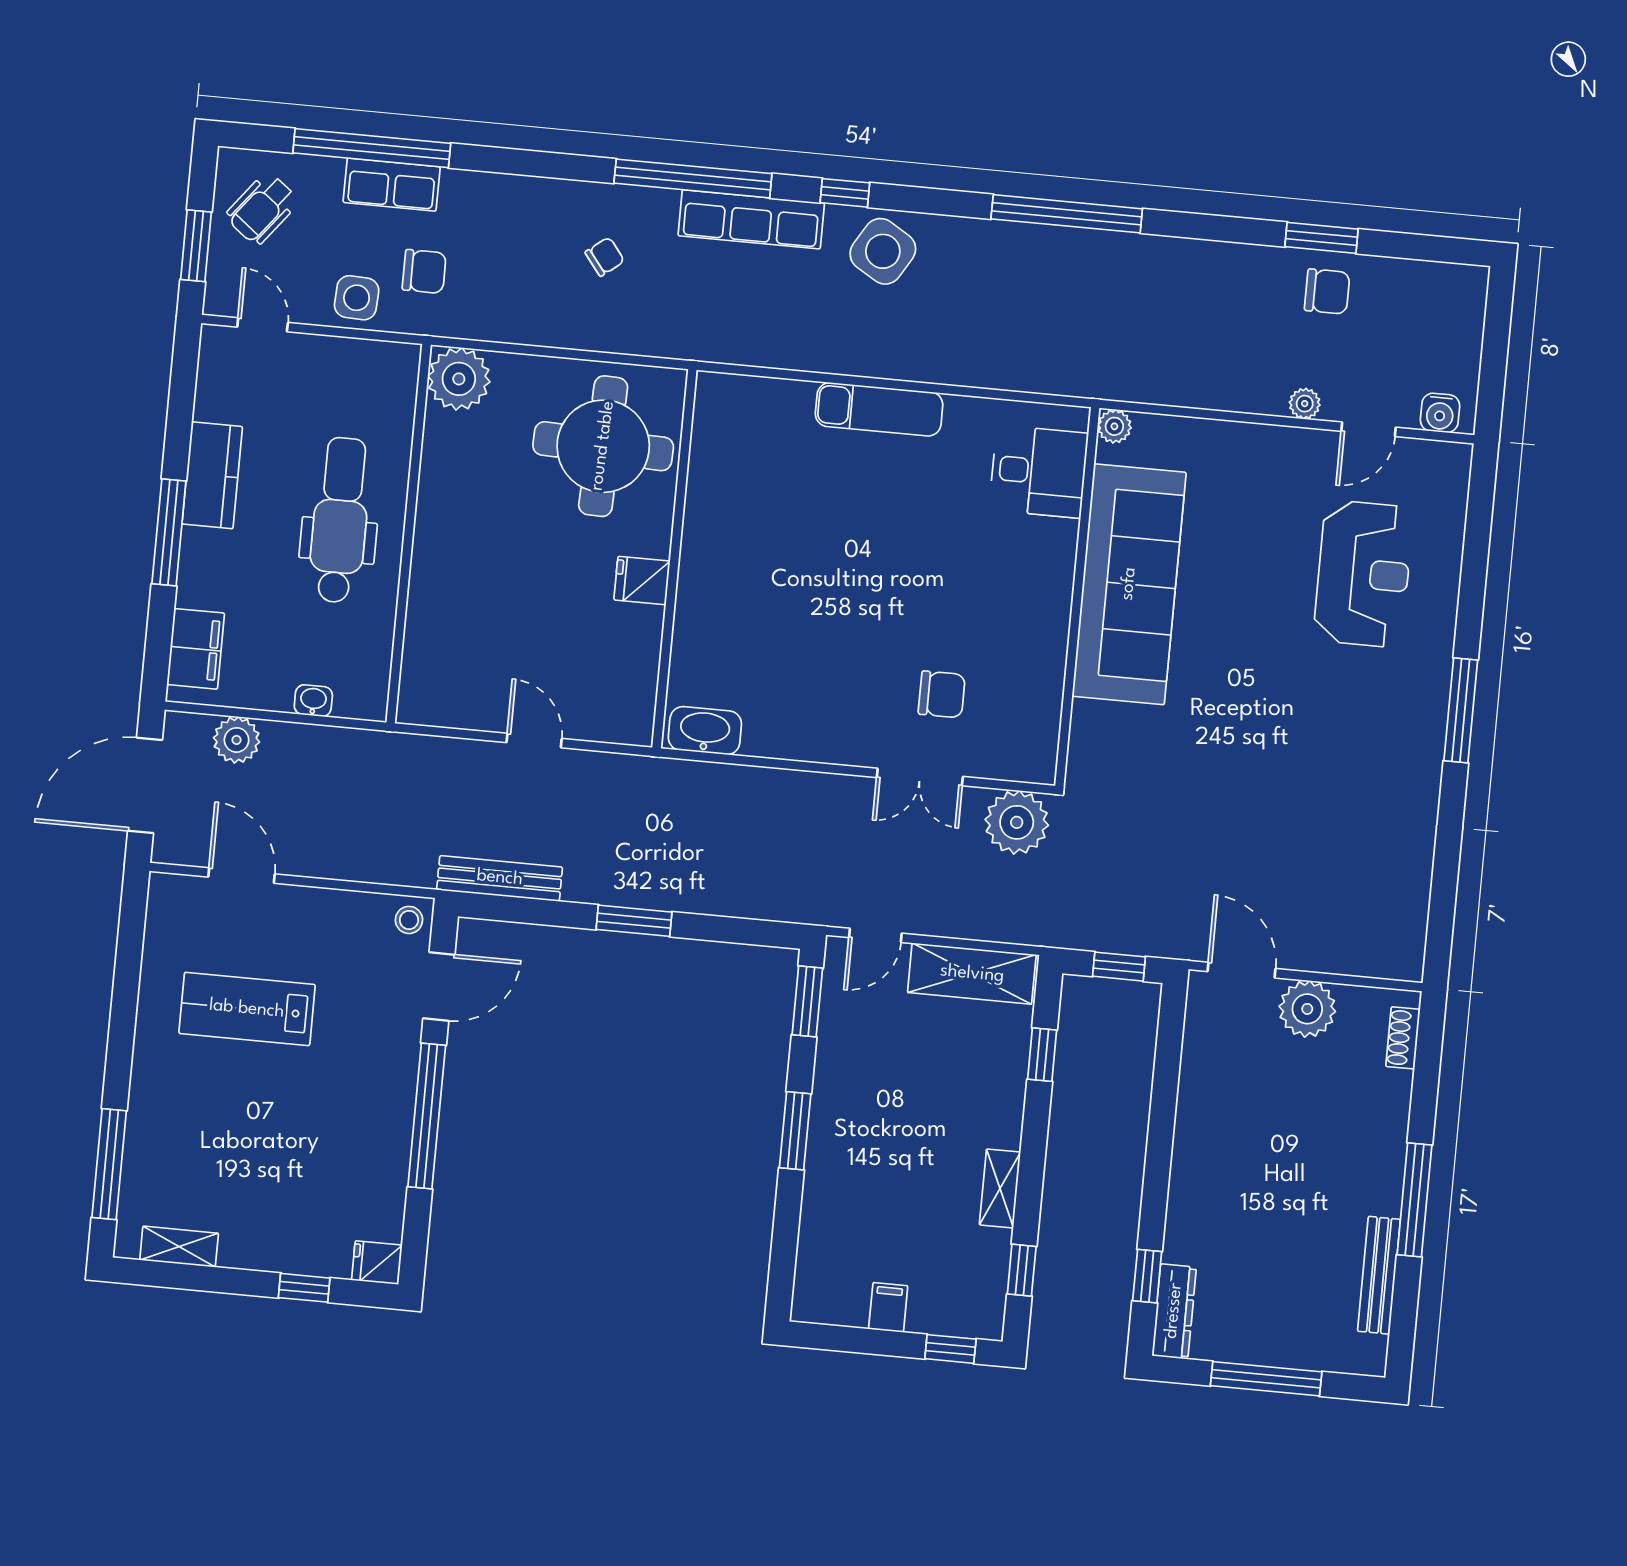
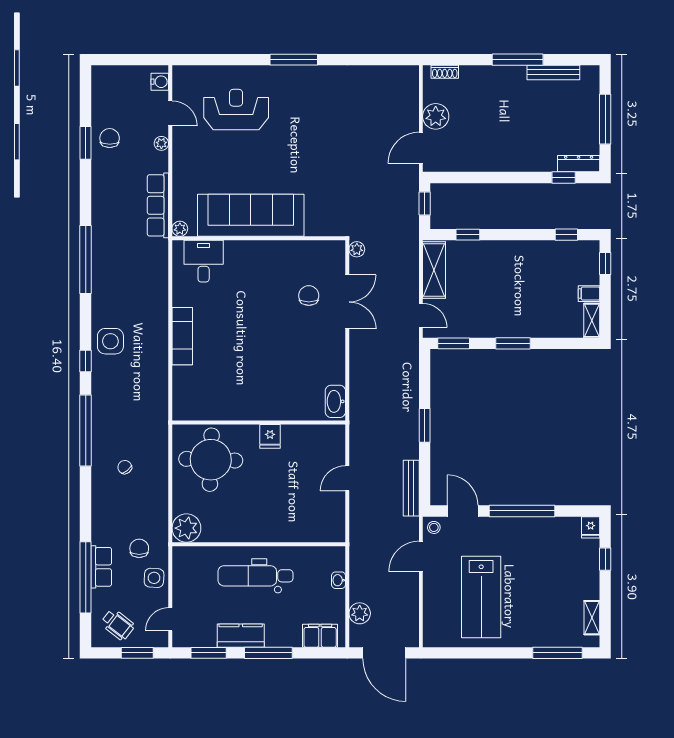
row of seats: (751, 219) -> (158, 205), moved, turned 180
side table: (883, 251) -> (110, 341), turned -31
window: (181, 402) -> (209, 653), added
double door: (920, 777) -> (347, 302), width x1.37
plant: (1017, 822) -> (357, 249), width x0.53, depth x0.53
door: (241, 875) -> (421, 556), moved
lab bench: (247, 1009) -> (481, 597), width x1.36, depth x1.39
shelving: (1000, 1188) -> (592, 320), moved, turned 90

